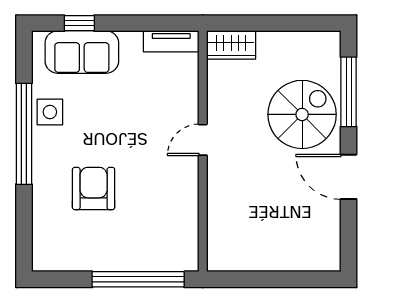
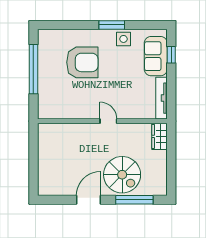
tv unit: (171, 41) -> (161, 98), width x1.41
window: (24, 134) -> (112, 25), width x0.47
armchair: (94, 188) -> (82, 62), width x1.36, depth x1.36
window: (138, 279) -> (33, 69), moved

